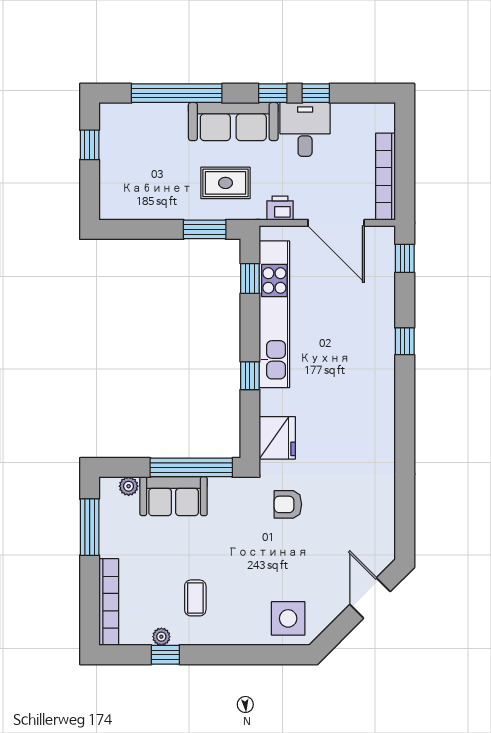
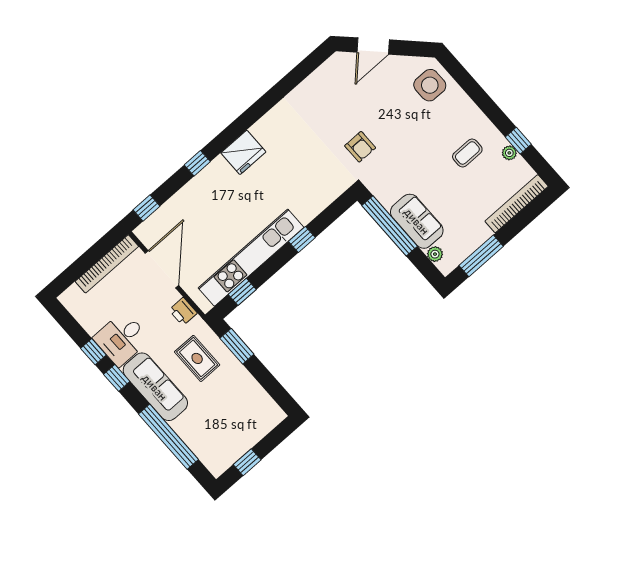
fridge: (277, 438) -> (243, 152), moved, turned 180

